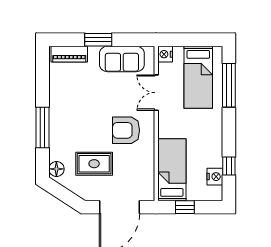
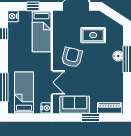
armchair: (126, 130) -> (72, 57), turned -76
floor lamp: (56, 169) -> (118, 56), moved
nightstand: (215, 177) -> (13, 16), moved

